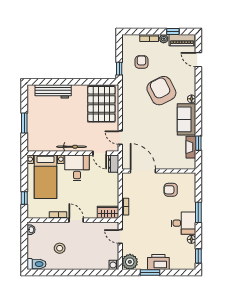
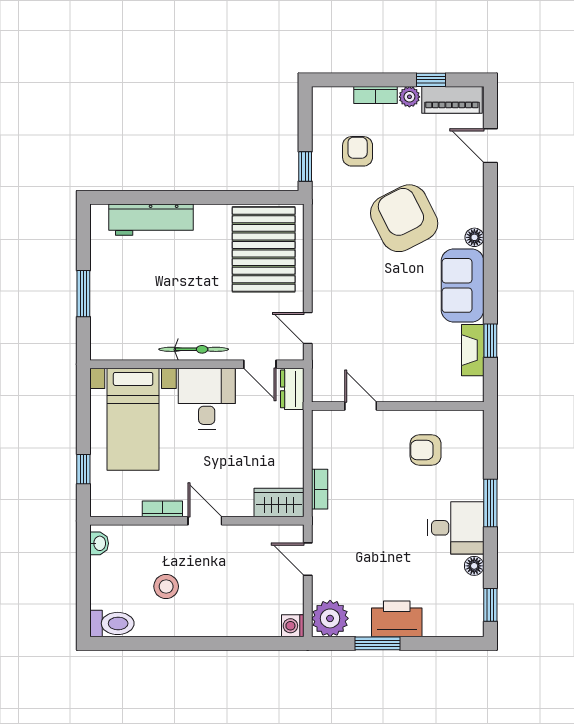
door: (143, 171) -> (361, 406), width x0.53

